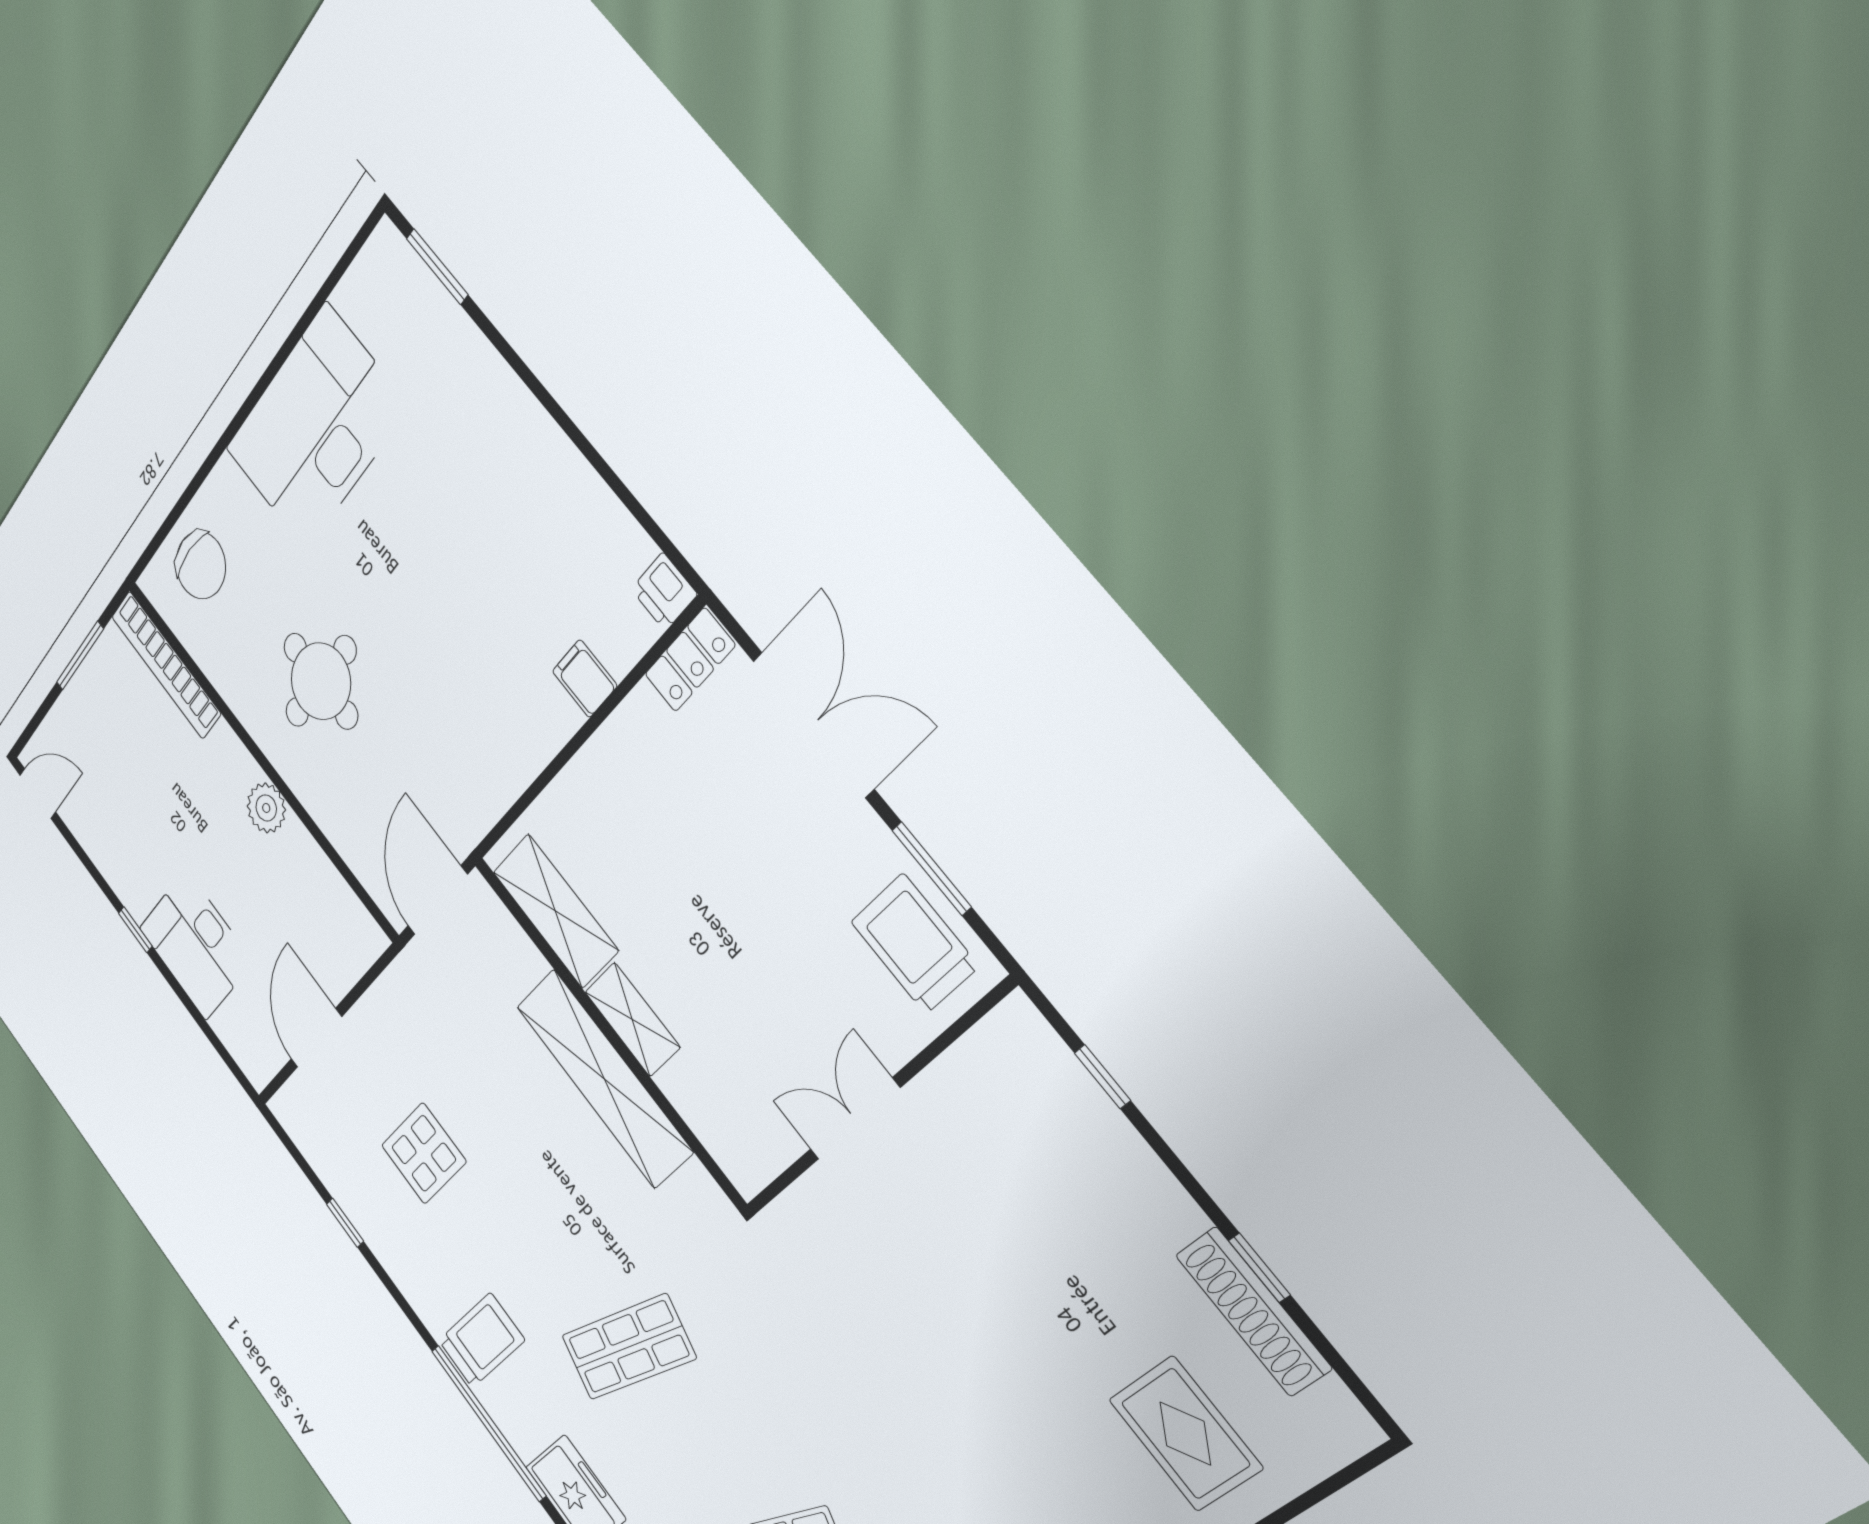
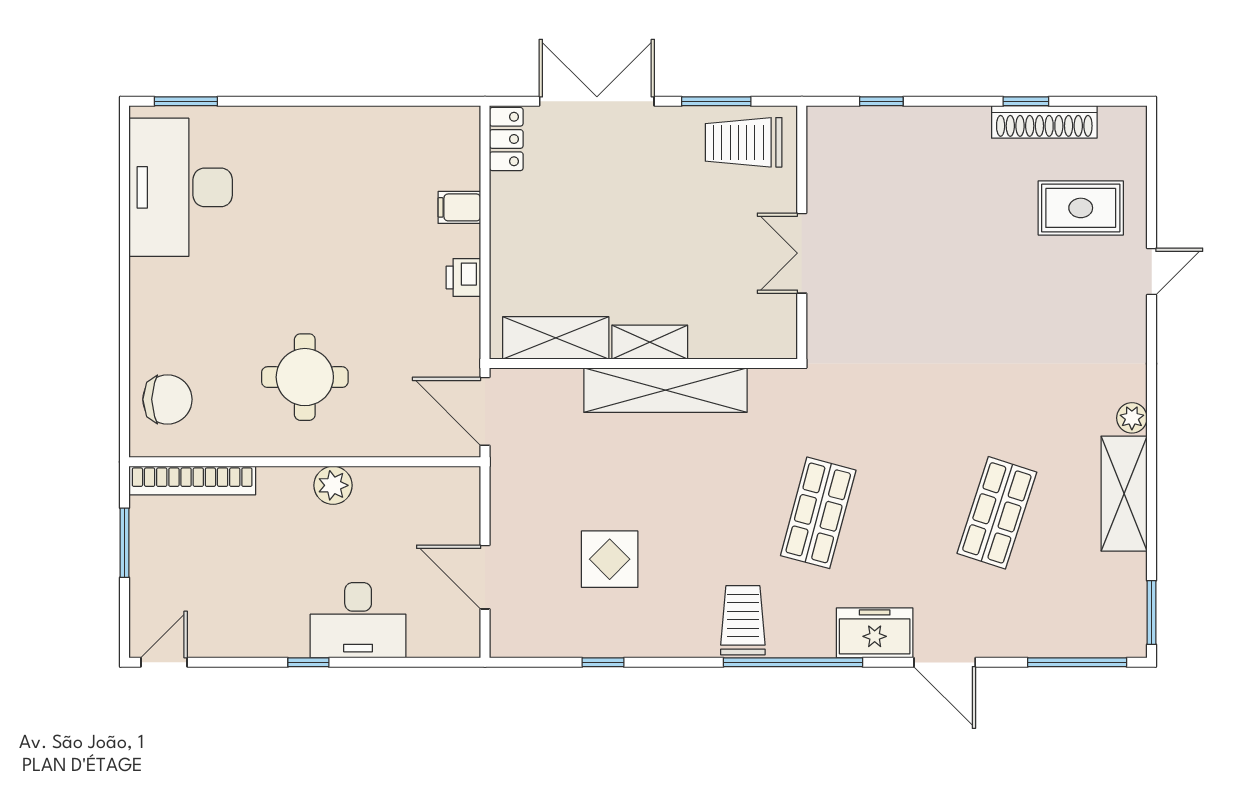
desk: (316, 428) -> (181, 187), moved
printer: (664, 592) -> (463, 277), moved, turned 90

